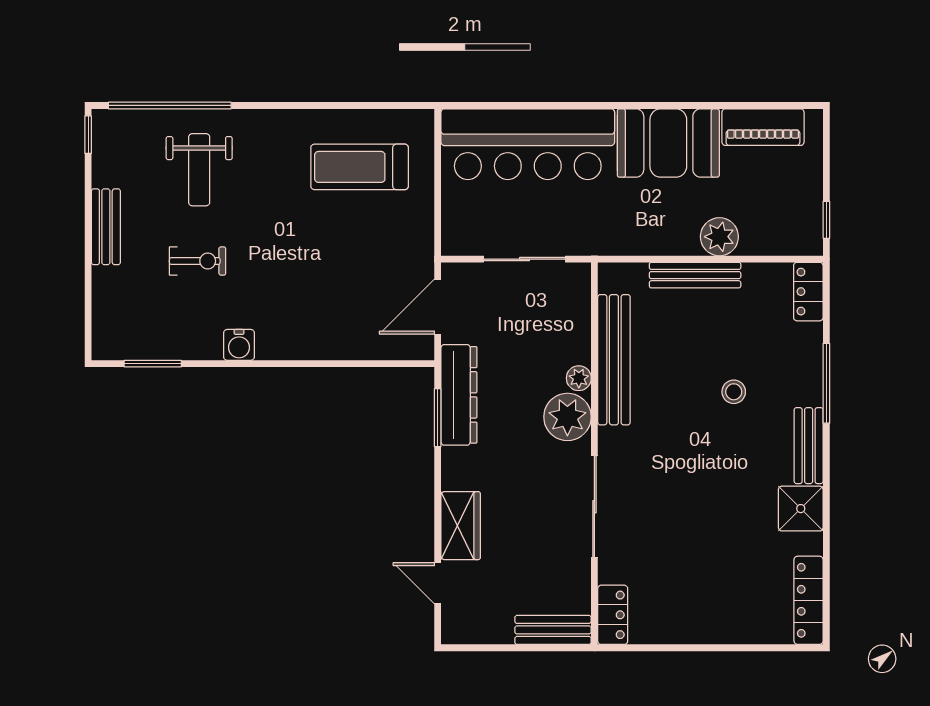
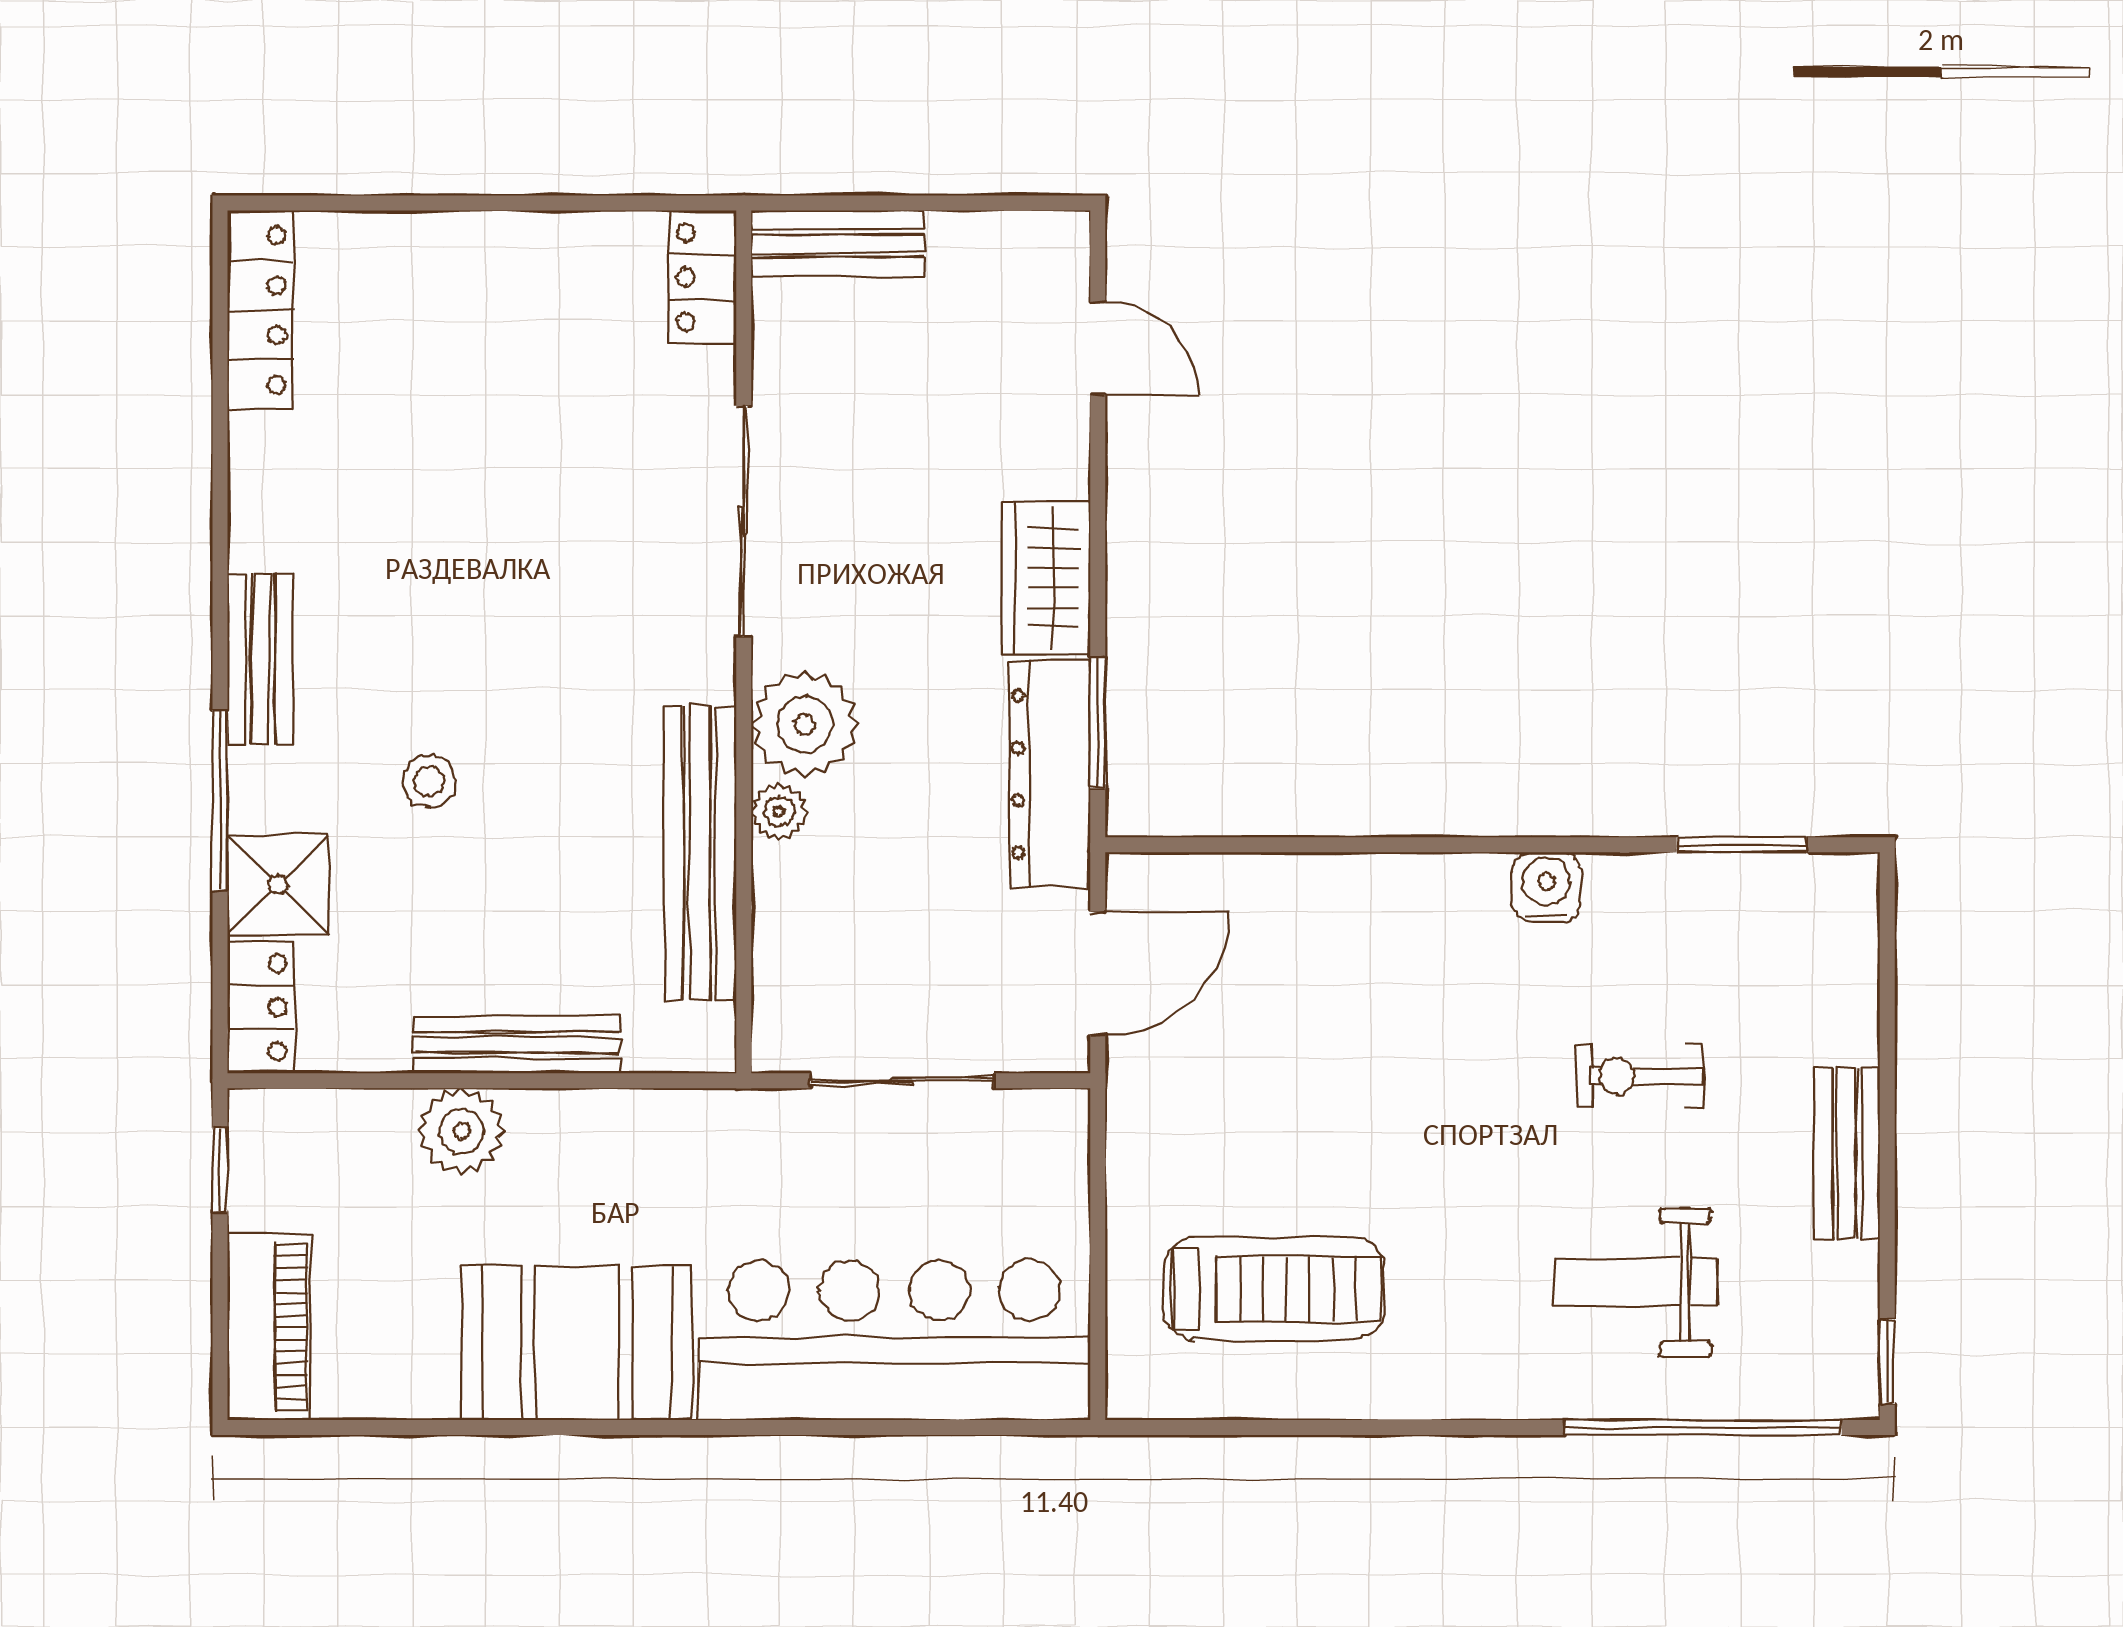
piano: (763, 127) -> (269, 1327), moved, turned 90
weight bench: (199, 170) -> (1636, 1282), turned -90
shower: (801, 509) -> (278, 885), moved
wardrobe: (461, 526) -> (1046, 578), moved

